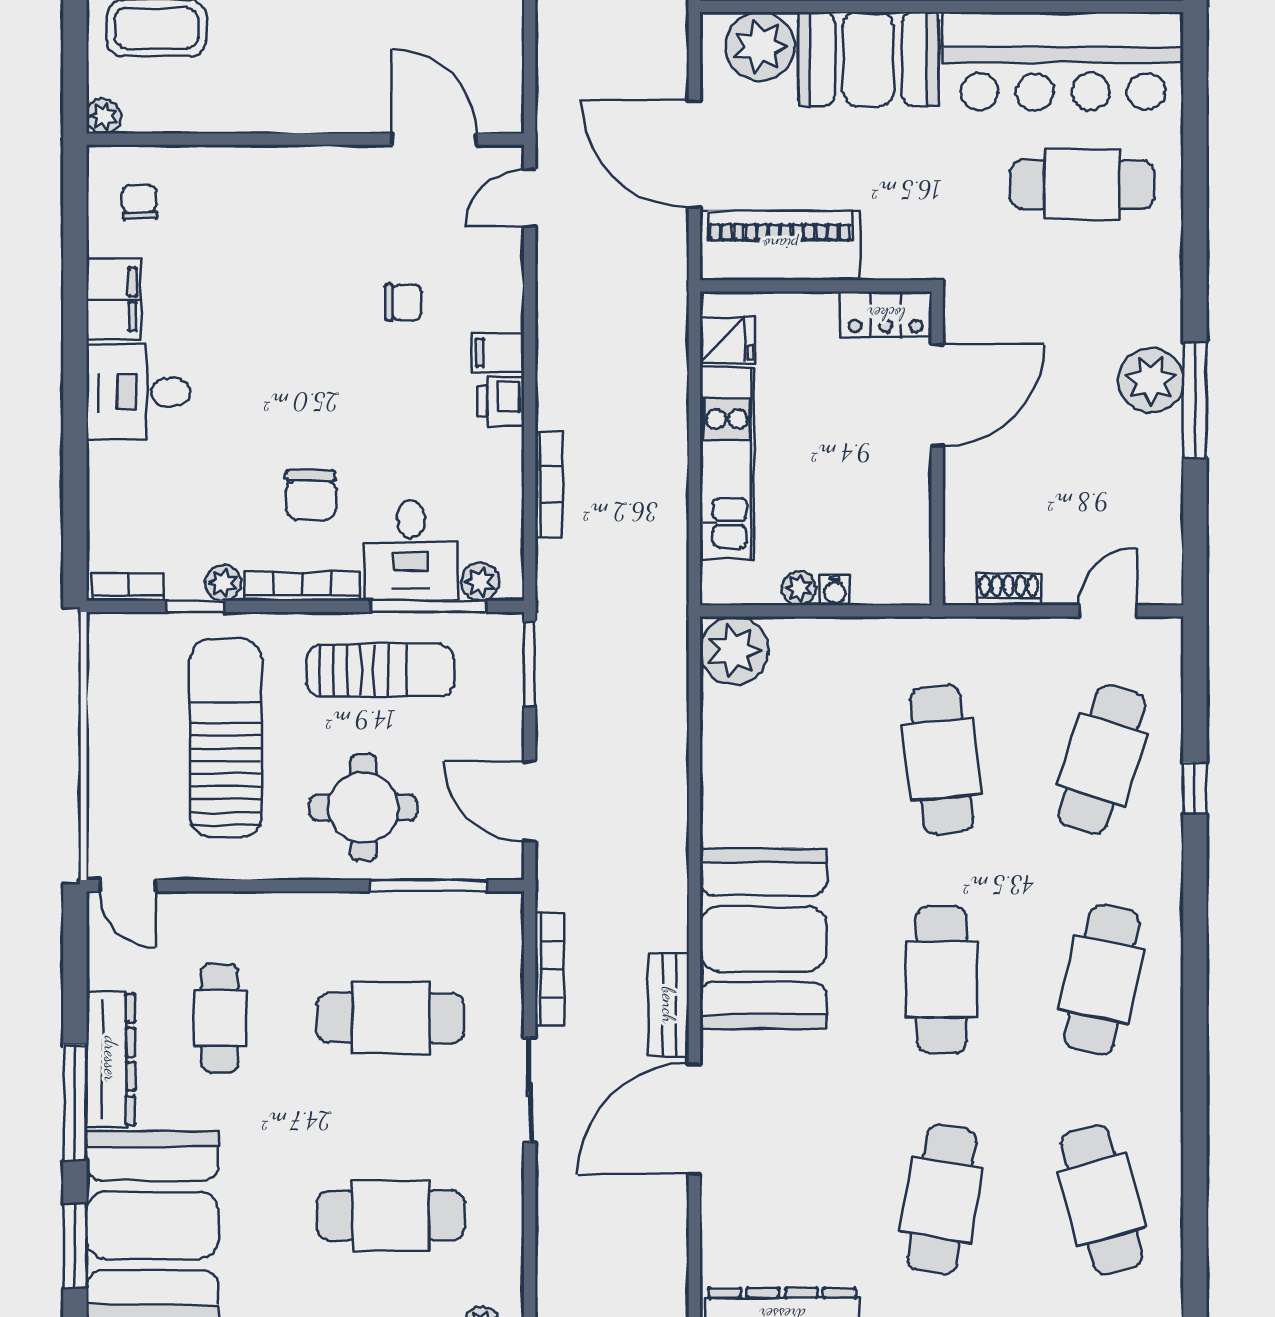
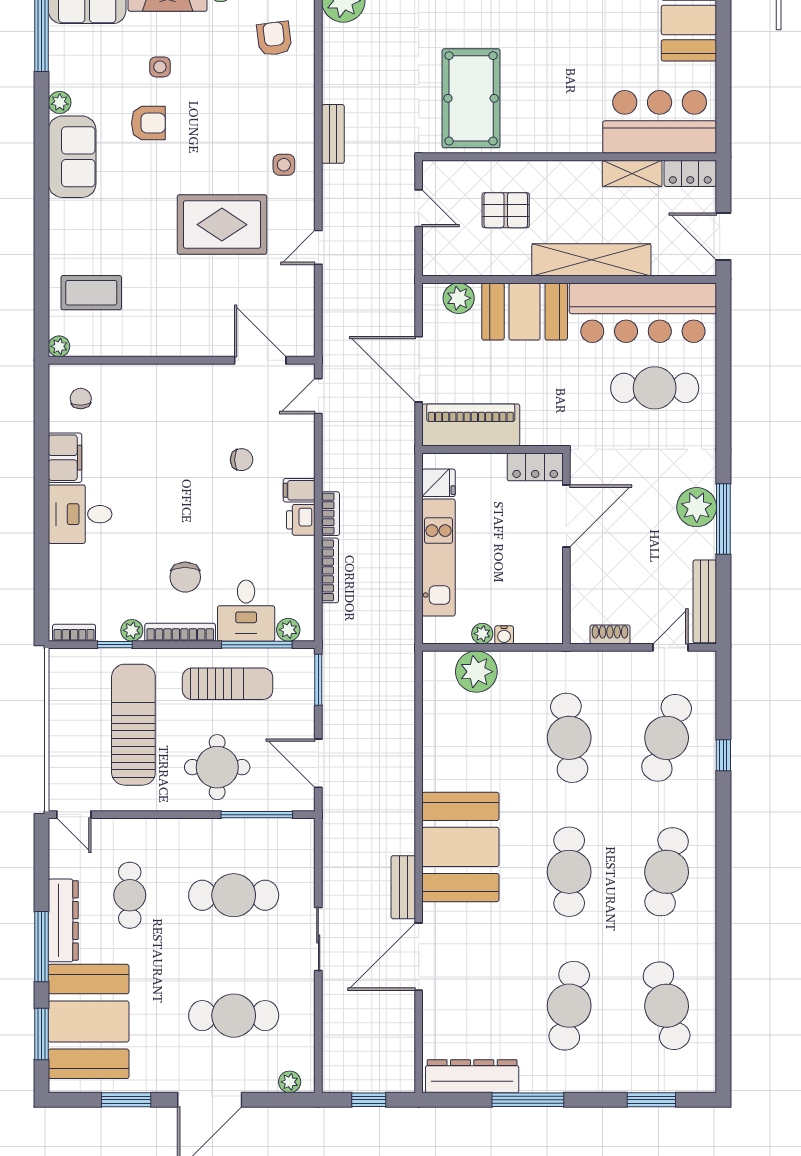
plant: (760, 46) -> (459, 298), width x0.73, depth x0.73
bench: (1164, 535) -> (705, 601), added
plant: (734, 651) -> (476, 672), moved
bookcase: (549, 969) -> (330, 514), moved, width x0.64

